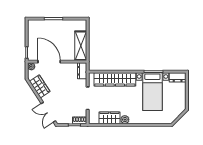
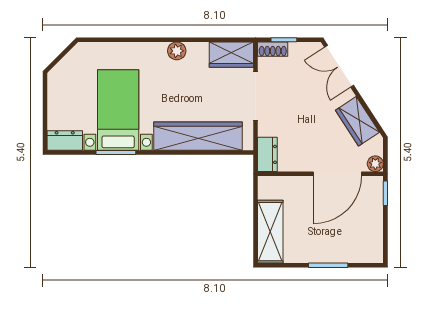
shelving: (81, 46) -> (270, 232), moved
door: (49, 62) -> (337, 174), hinge flipped
double door: (48, 112) -> (339, 66), swing flipped
wardrobe: (109, 118) -> (231, 55), moved

